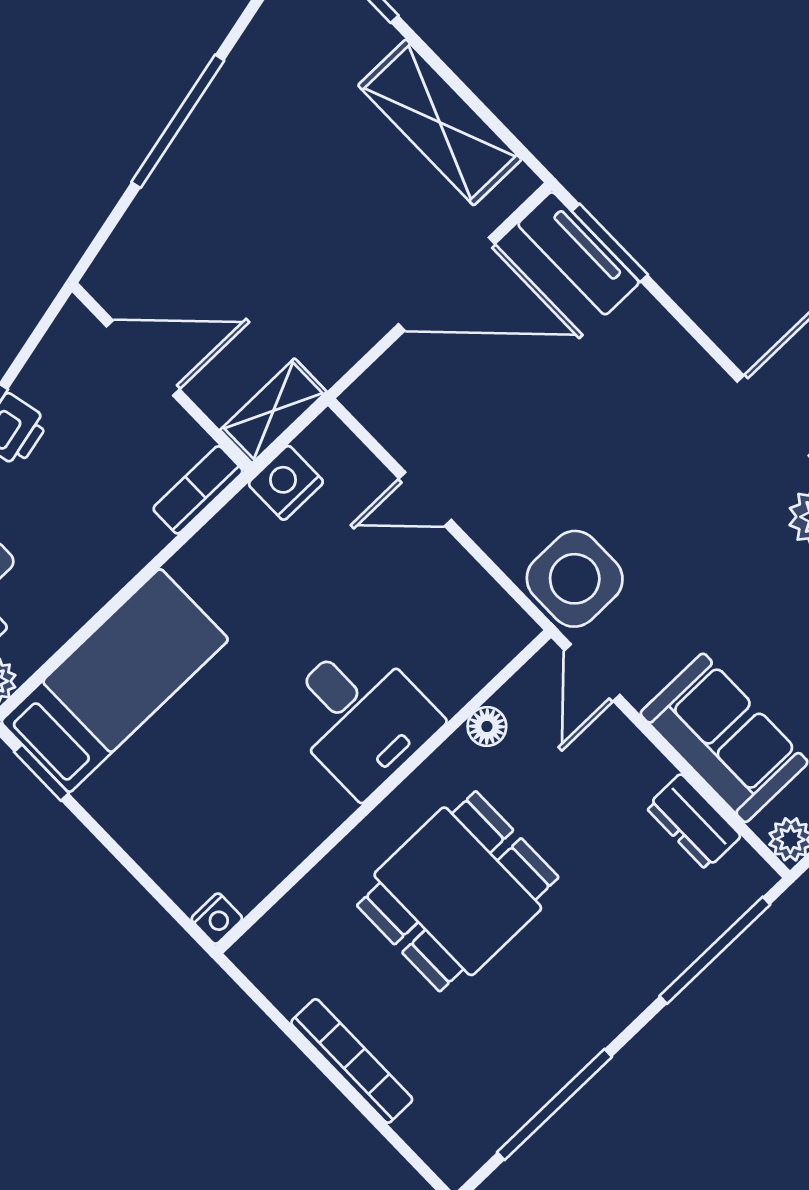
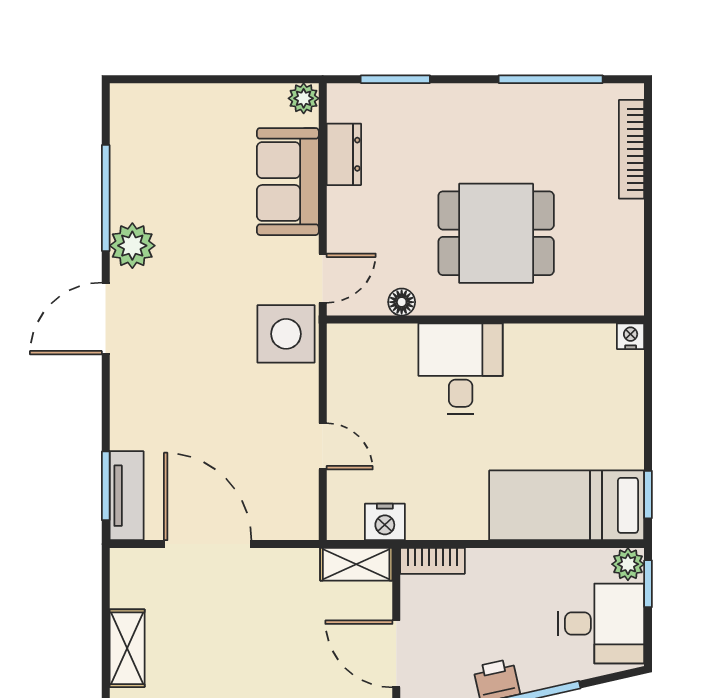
shelving: (440, 122) -> (127, 648), width x0.67, depth x0.75
window: (715, 950) -> (395, 79), width x0.69
bookcase: (352, 1061) -> (632, 149), moved

